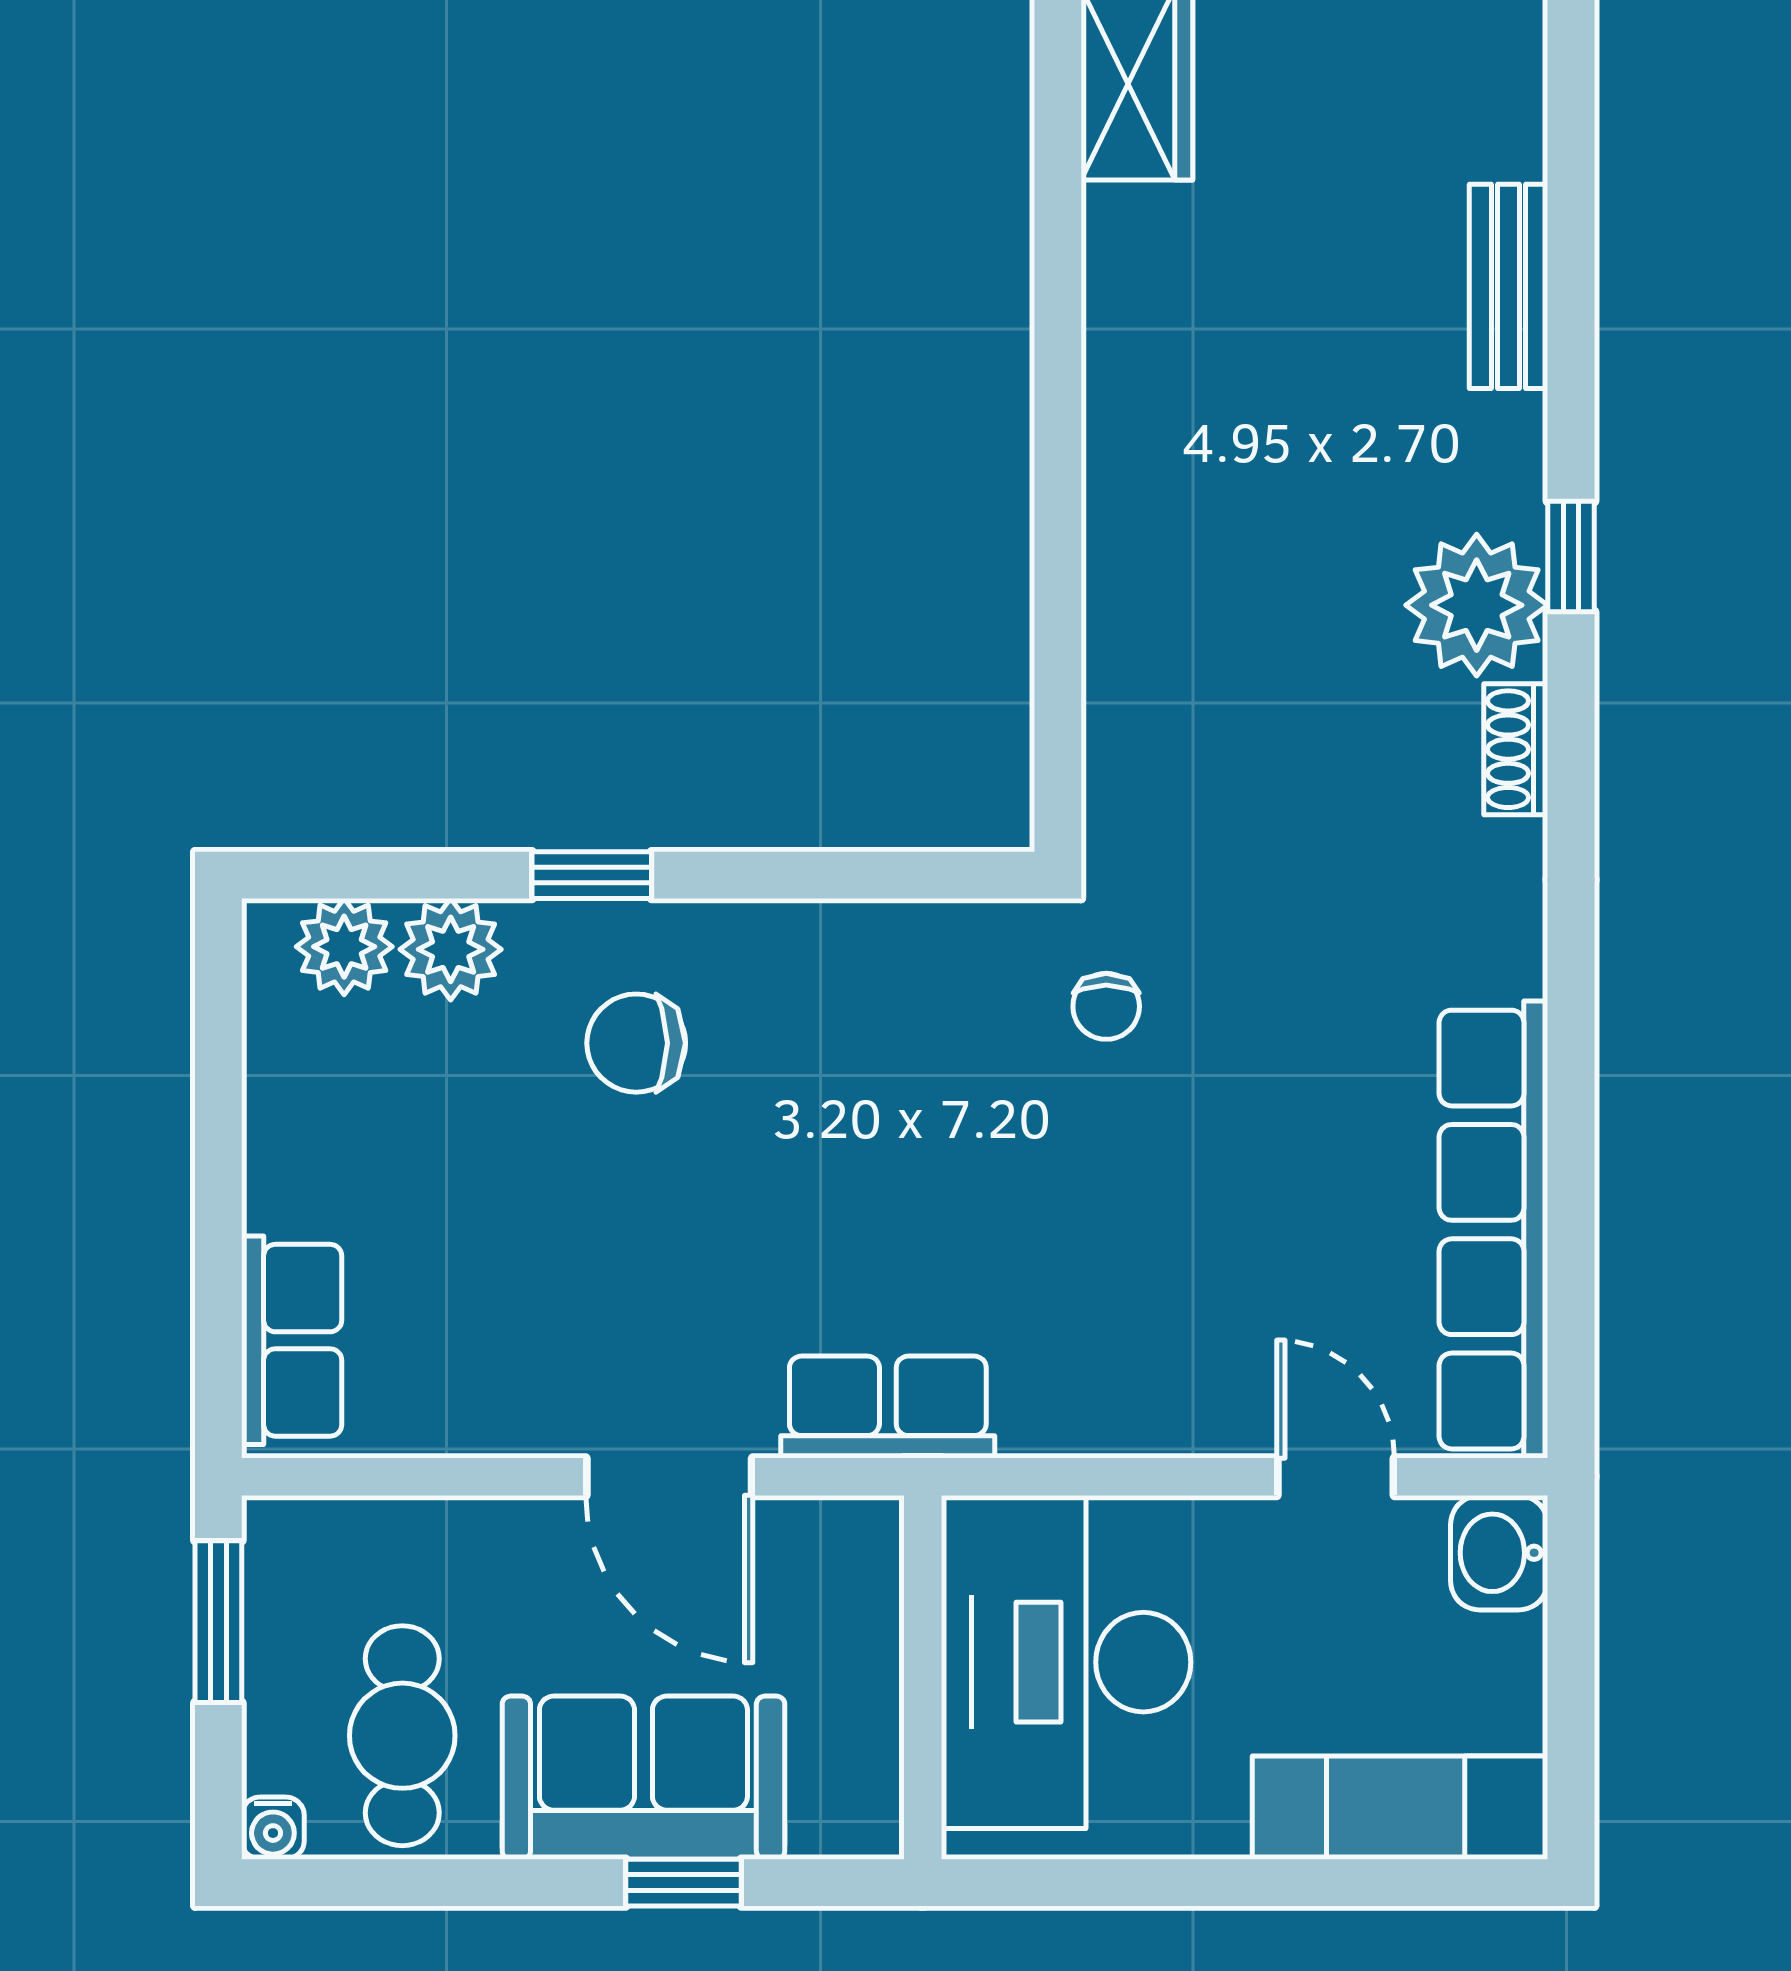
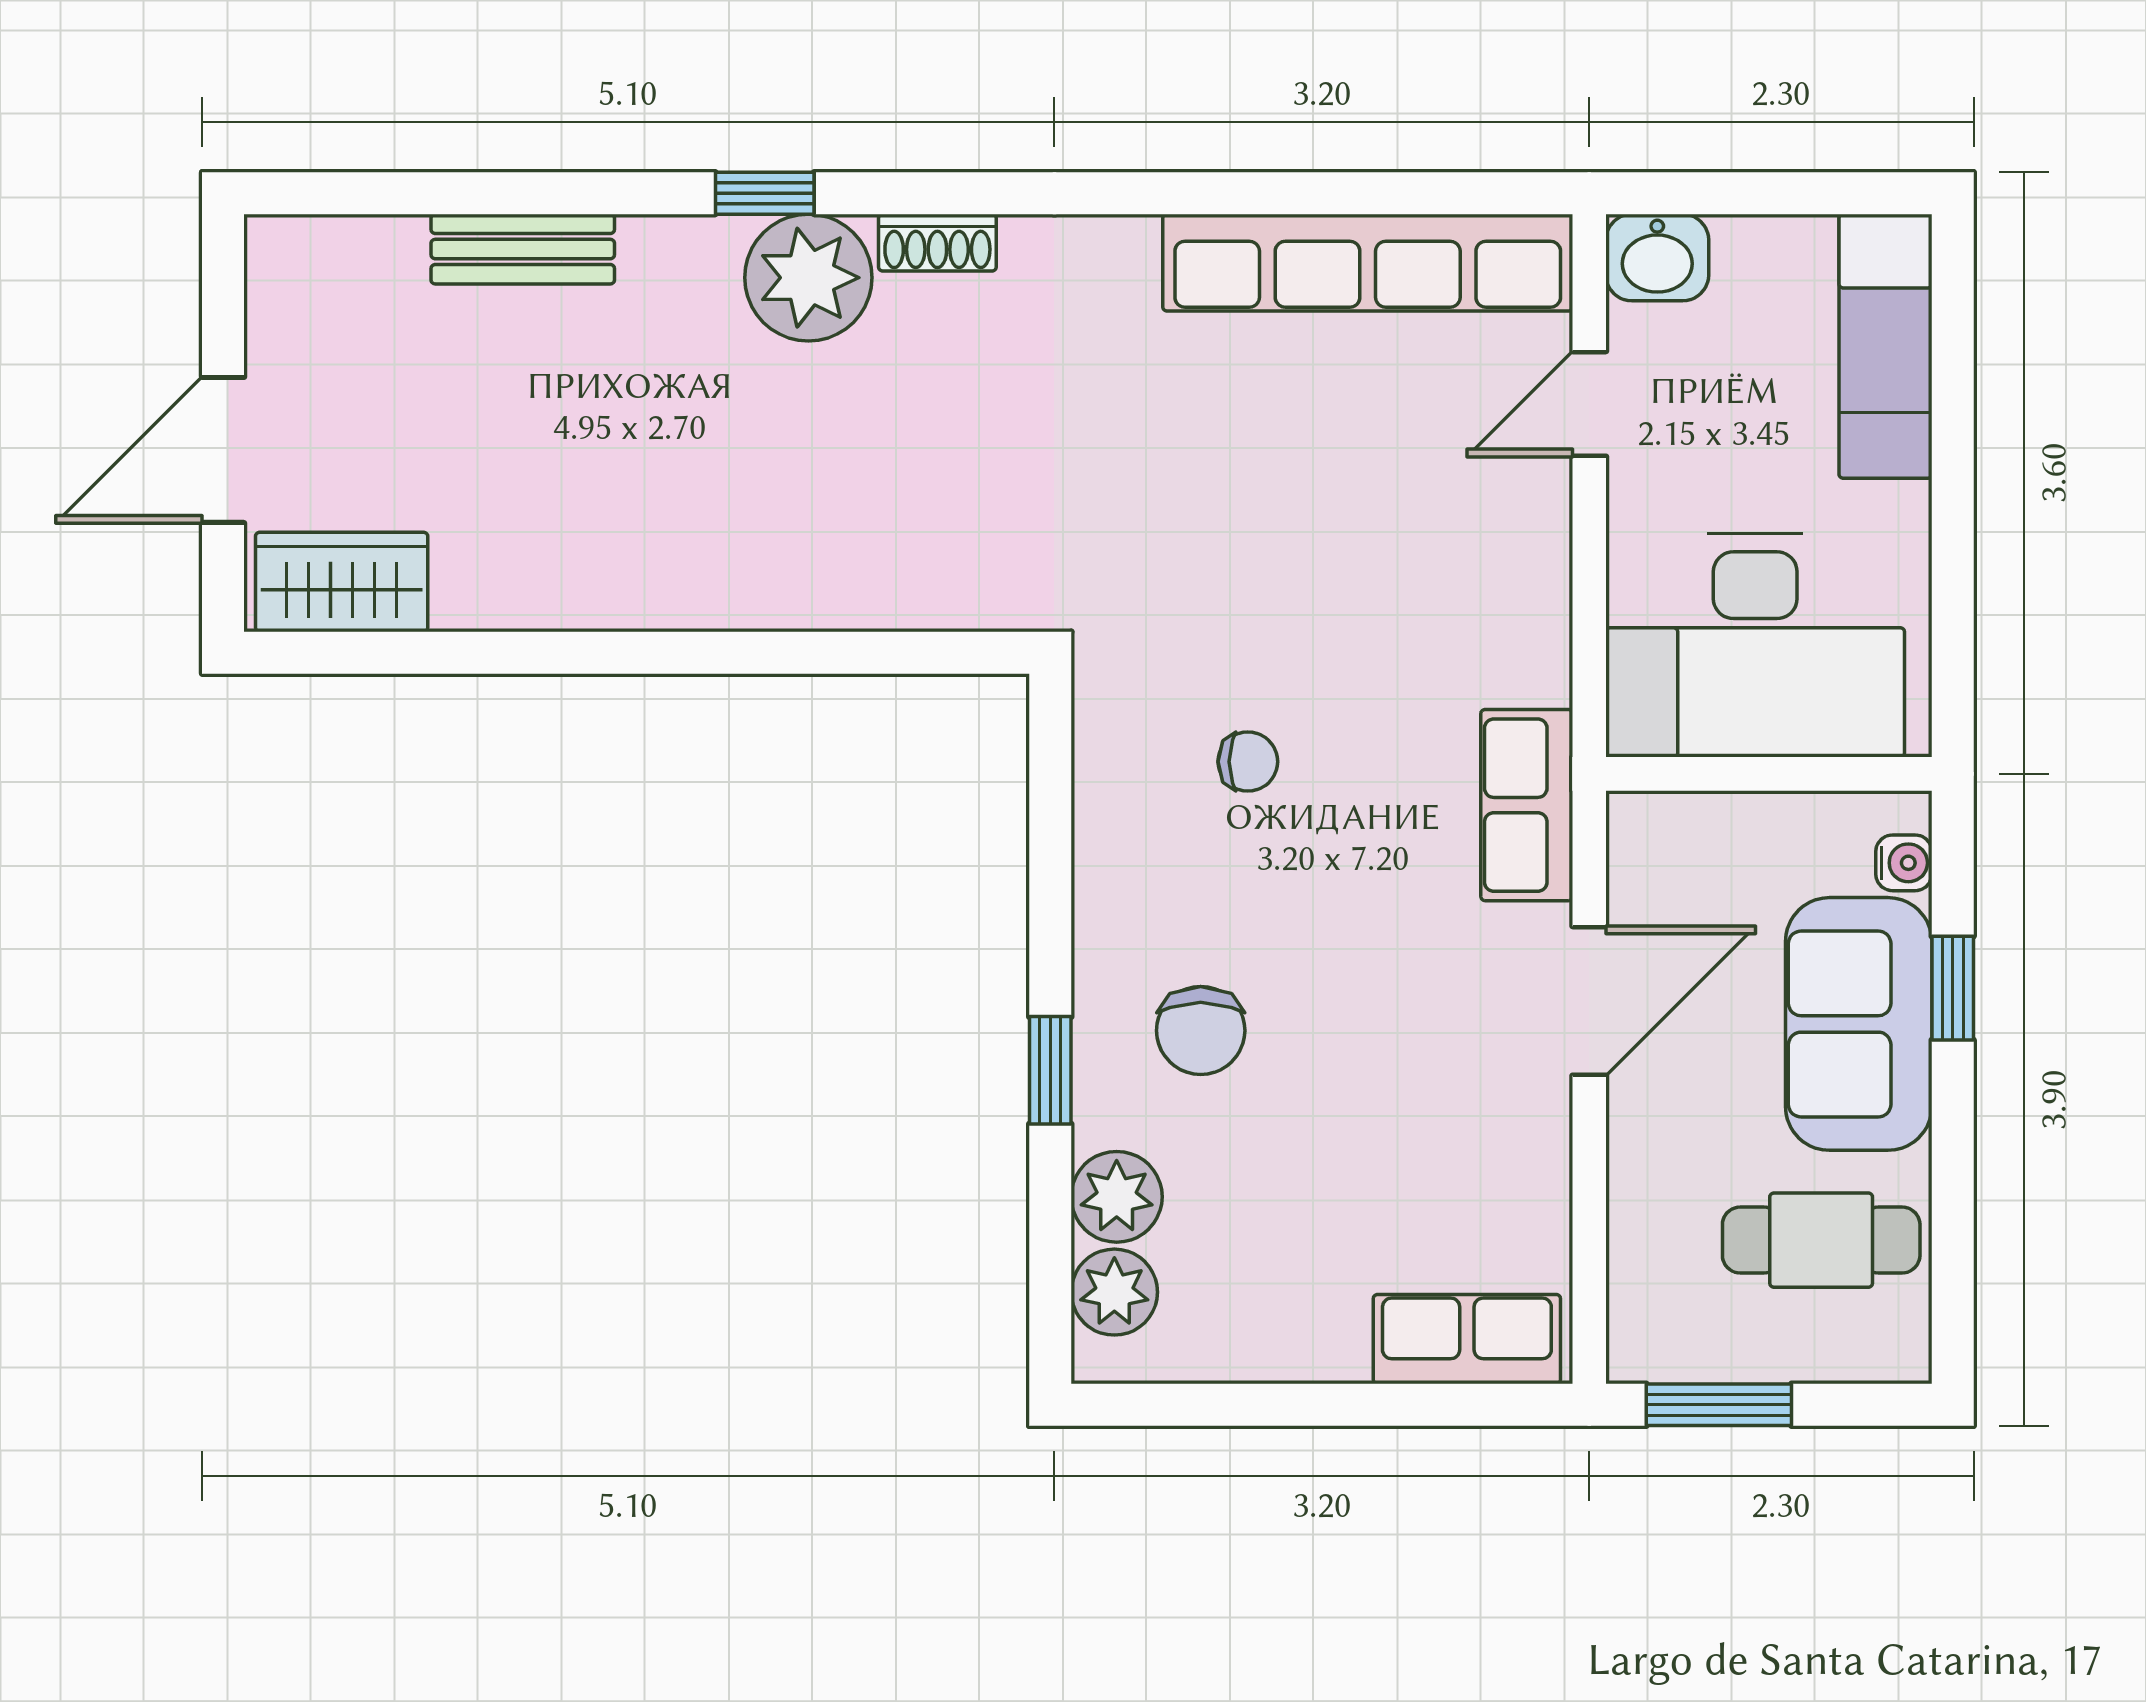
chair: (1106, 1006) -> (1248, 762), moved
water cooler: (273, 1828) -> (1904, 863), moved

